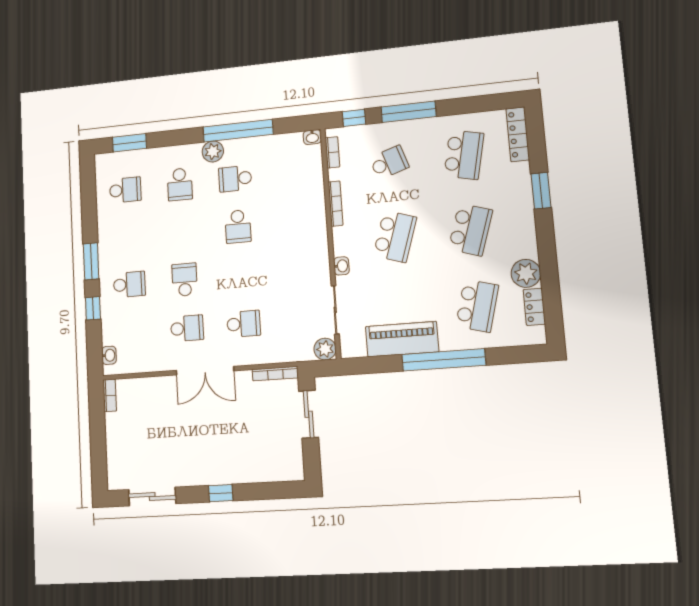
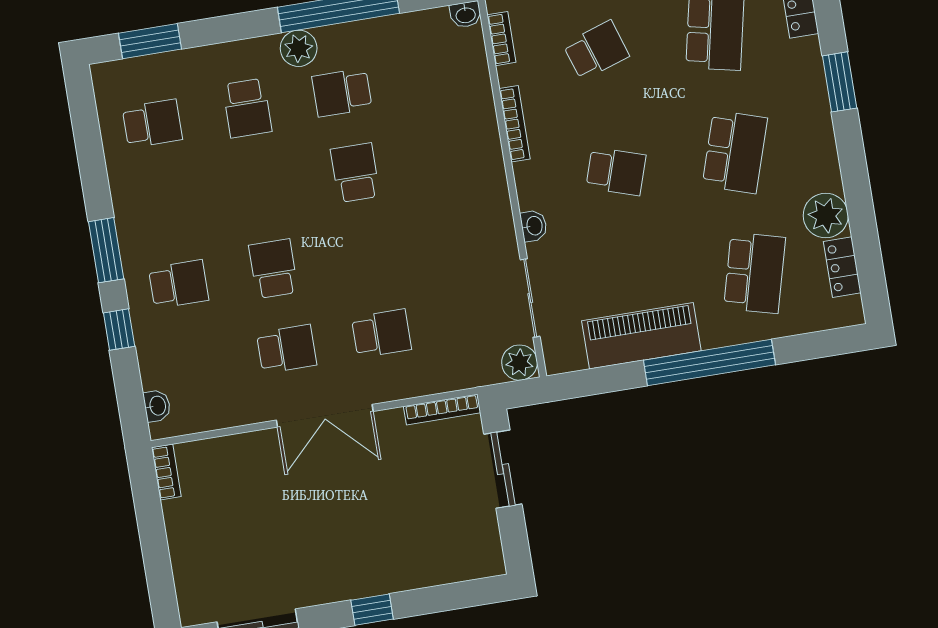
school desk: (238, 226) -> (355, 173), turned 180
school desk: (395, 236) -> (616, 171), width x0.54

